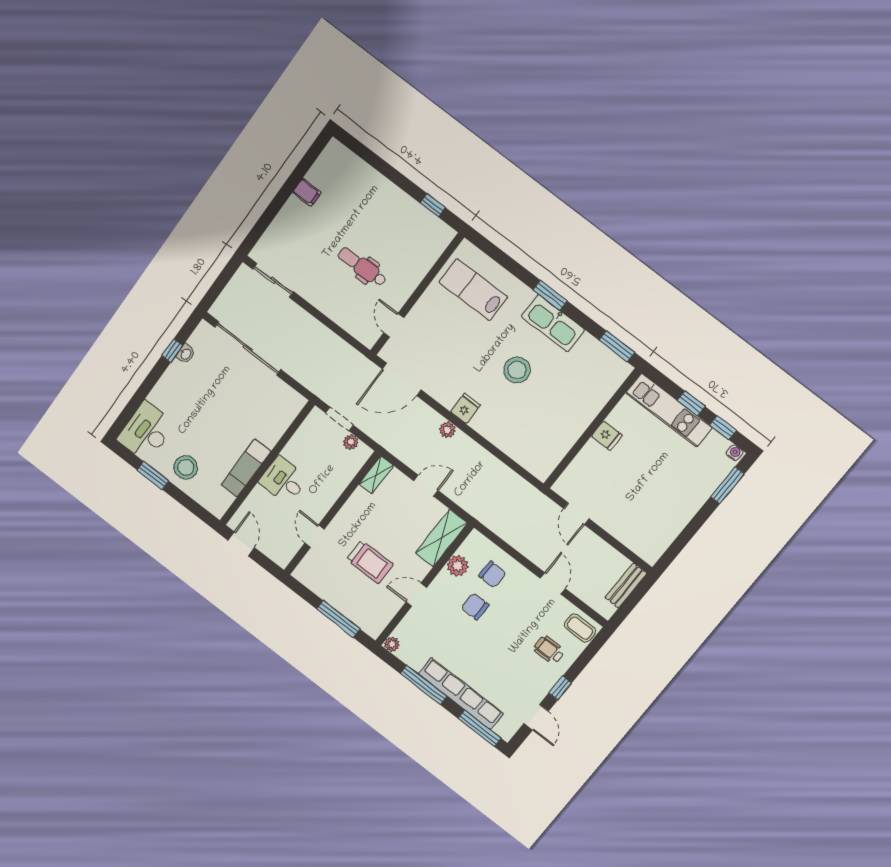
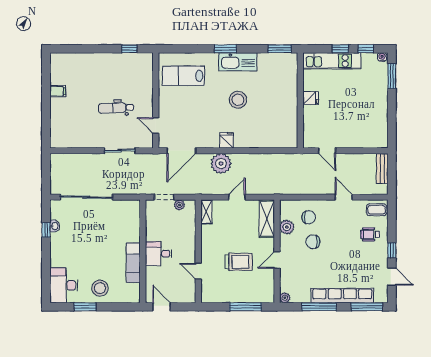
sliding door: (273, 280) -> (120, 151), moved
plant: (447, 430) -> (221, 163), width x1.87, depth x1.87

